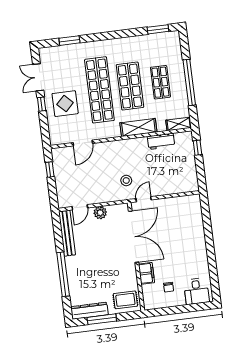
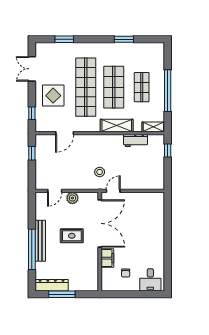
window: (158, 29) -> (124, 39), moved
window: (42, 104) -> (32, 113), moved
bench: (67, 233) -> (40, 241), moved
rug: (125, 300) -> (72, 236), moved

